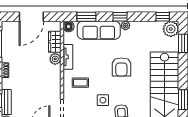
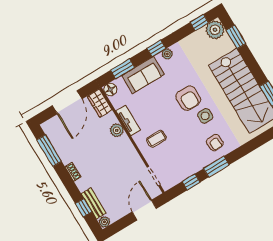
sofa: (99, 30) -> (143, 75), width x0.73
wardrobe: (55, 42) -> (100, 103), moved
side table: (103, 100) -> (205, 116), moved

